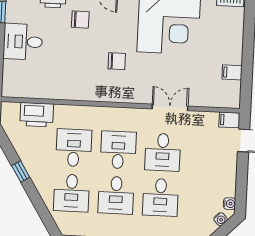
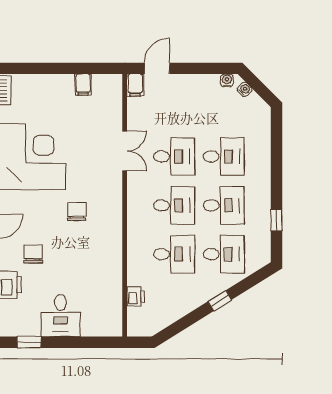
double door: (170, 107) -> (125, 151), swing flipped
printer: (37, 115) -> (136, 296), width x0.53, depth x0.68
desk: (74, 148) -> (174, 254), turned 180
desk: (118, 150) -> (174, 205), turned 180
window: (21, 172) -> (220, 301), moved

